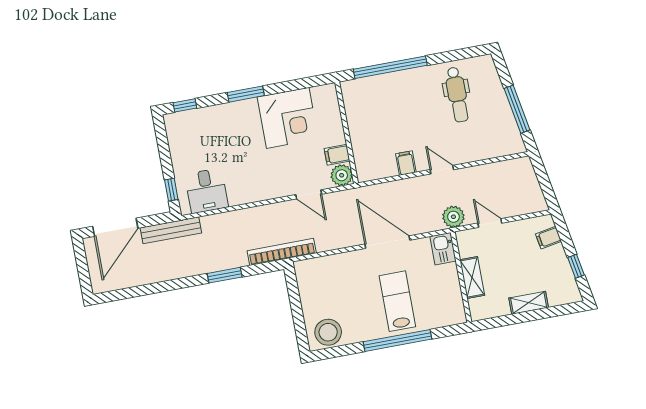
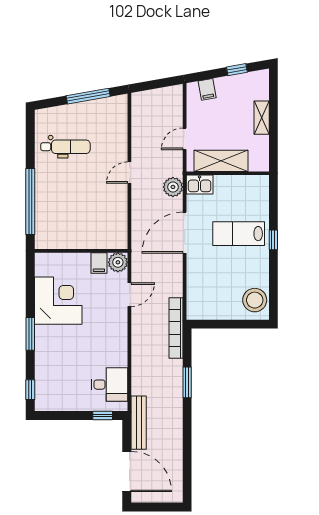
filing cabinet: (406, 163) -> (118, 203), removed
plant: (453, 217) -> (173, 187), moved
shelving: (472, 277) -> (221, 161), width x1.50, depth x1.33
window: (398, 340) -> (273, 240), width x0.32

